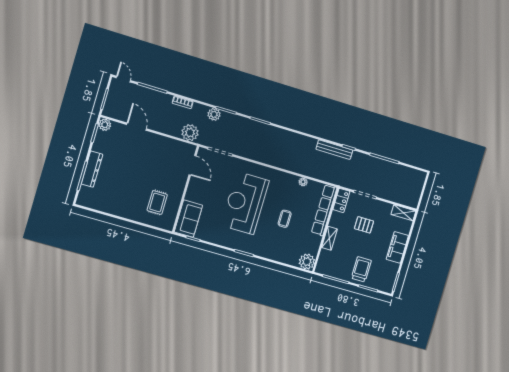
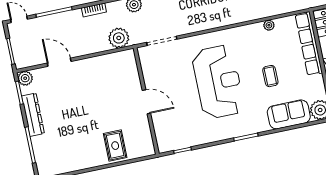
door: (193, 165) -> (146, 102), moved
dresser: (92, 169) -> (33, 115), moved
rug: (157, 202) -> (115, 146), moved
reception desk: (245, 203) -> (218, 82), turned 180
sofa: (188, 219) -> (289, 114), moved, turned -90

